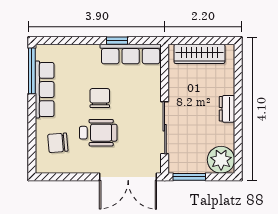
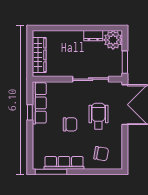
chair: (100, 98) -> (70, 124), turned 180
dresser: (227, 109) -> (93, 36), moved
wheelchair: (98, 133) -> (98, 116), moved
chair: (58, 143) -> (101, 154), turned -75

